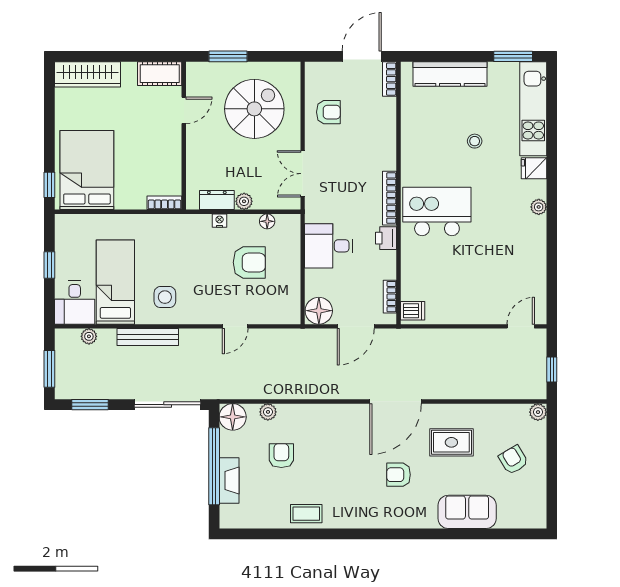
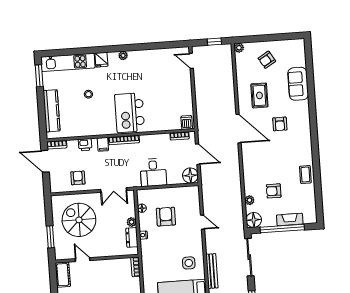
filing cabinet: (384, 160) -> (103, 144), added
printer: (386, 238) -> (85, 145), moved

